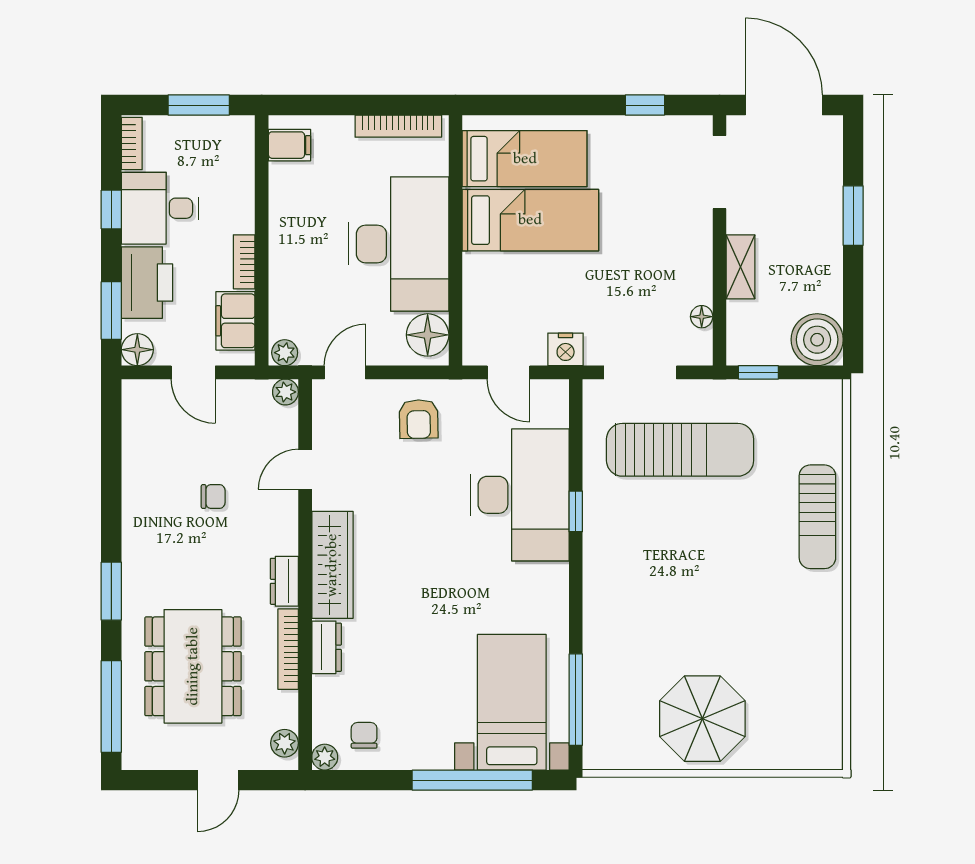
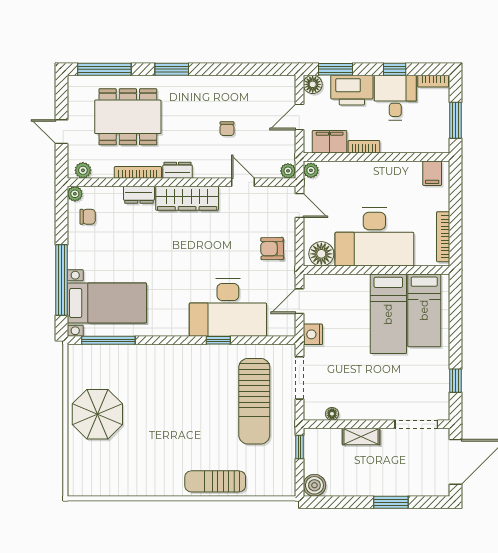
boiler: (817, 340) -> (314, 485), width x0.73, depth x0.73

